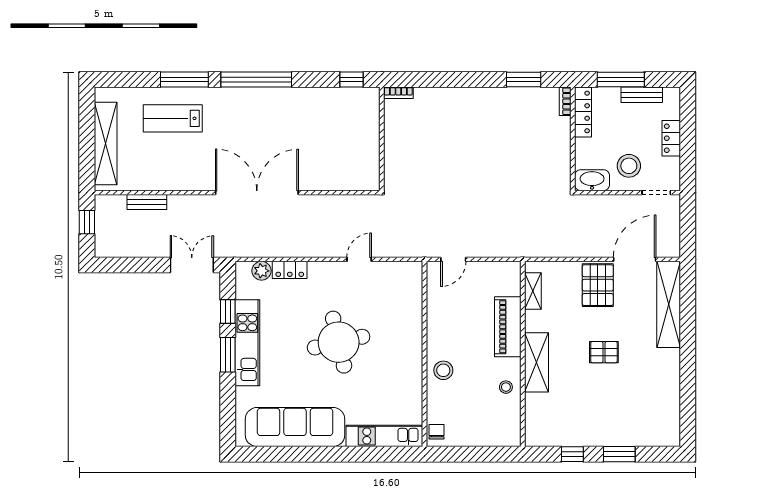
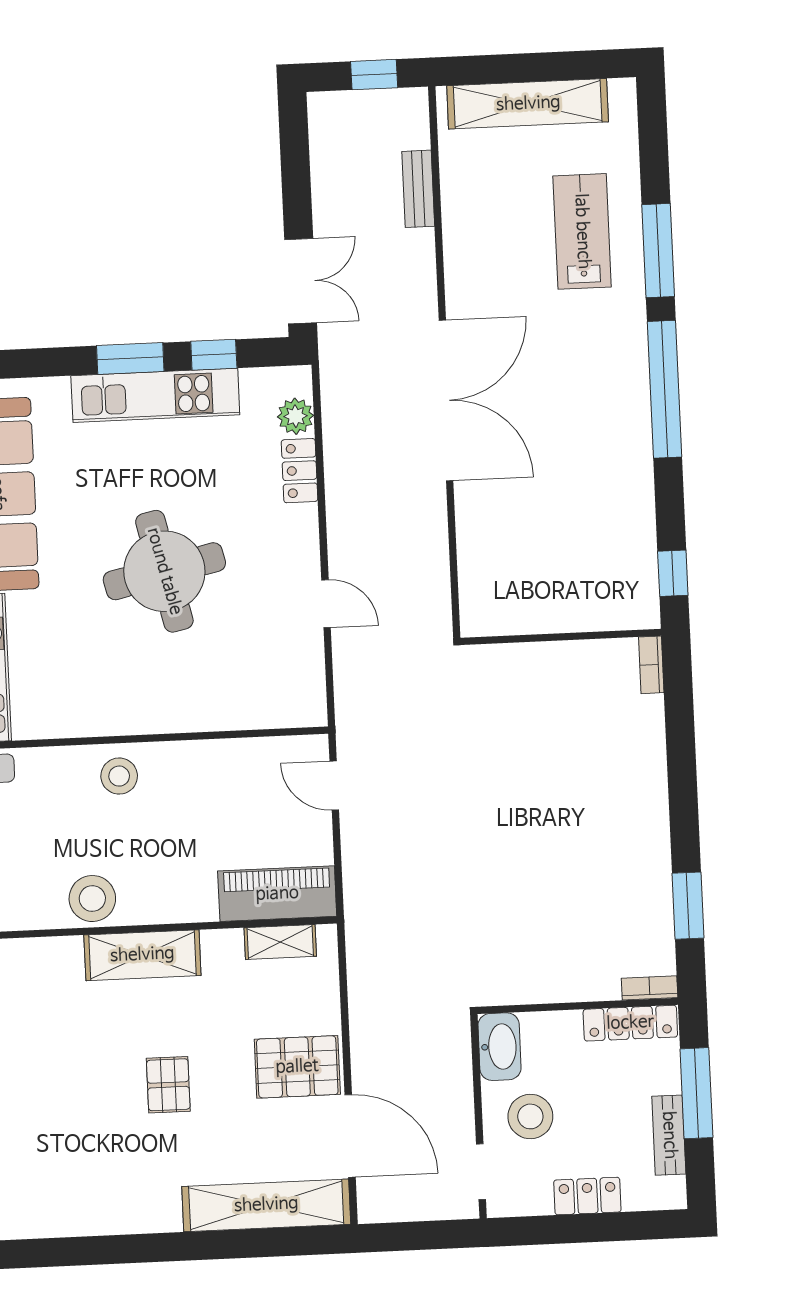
piano: (508, 327) -> (277, 894), moved
stool: (506, 387) -> (92, 899), width x1.89, depth x1.89

